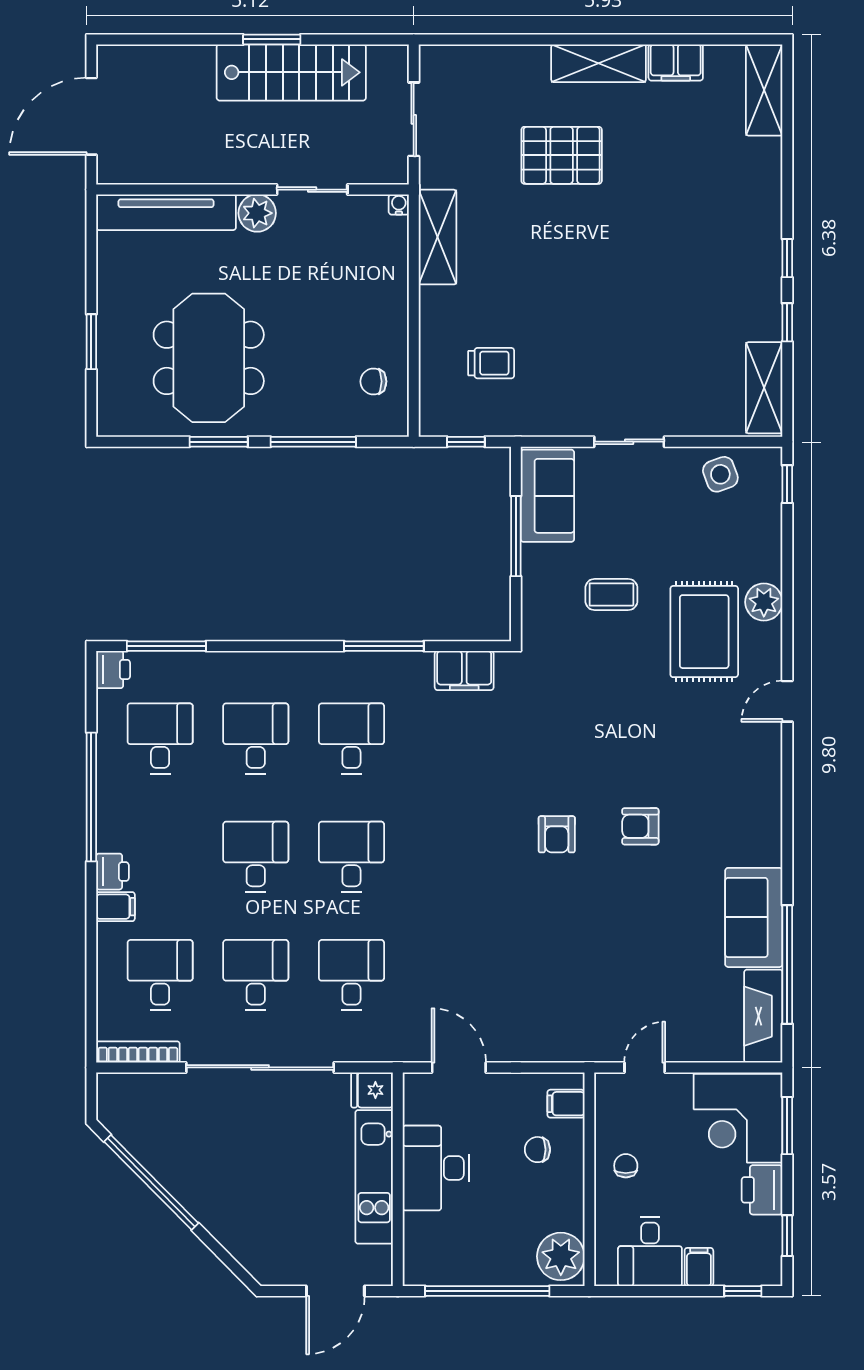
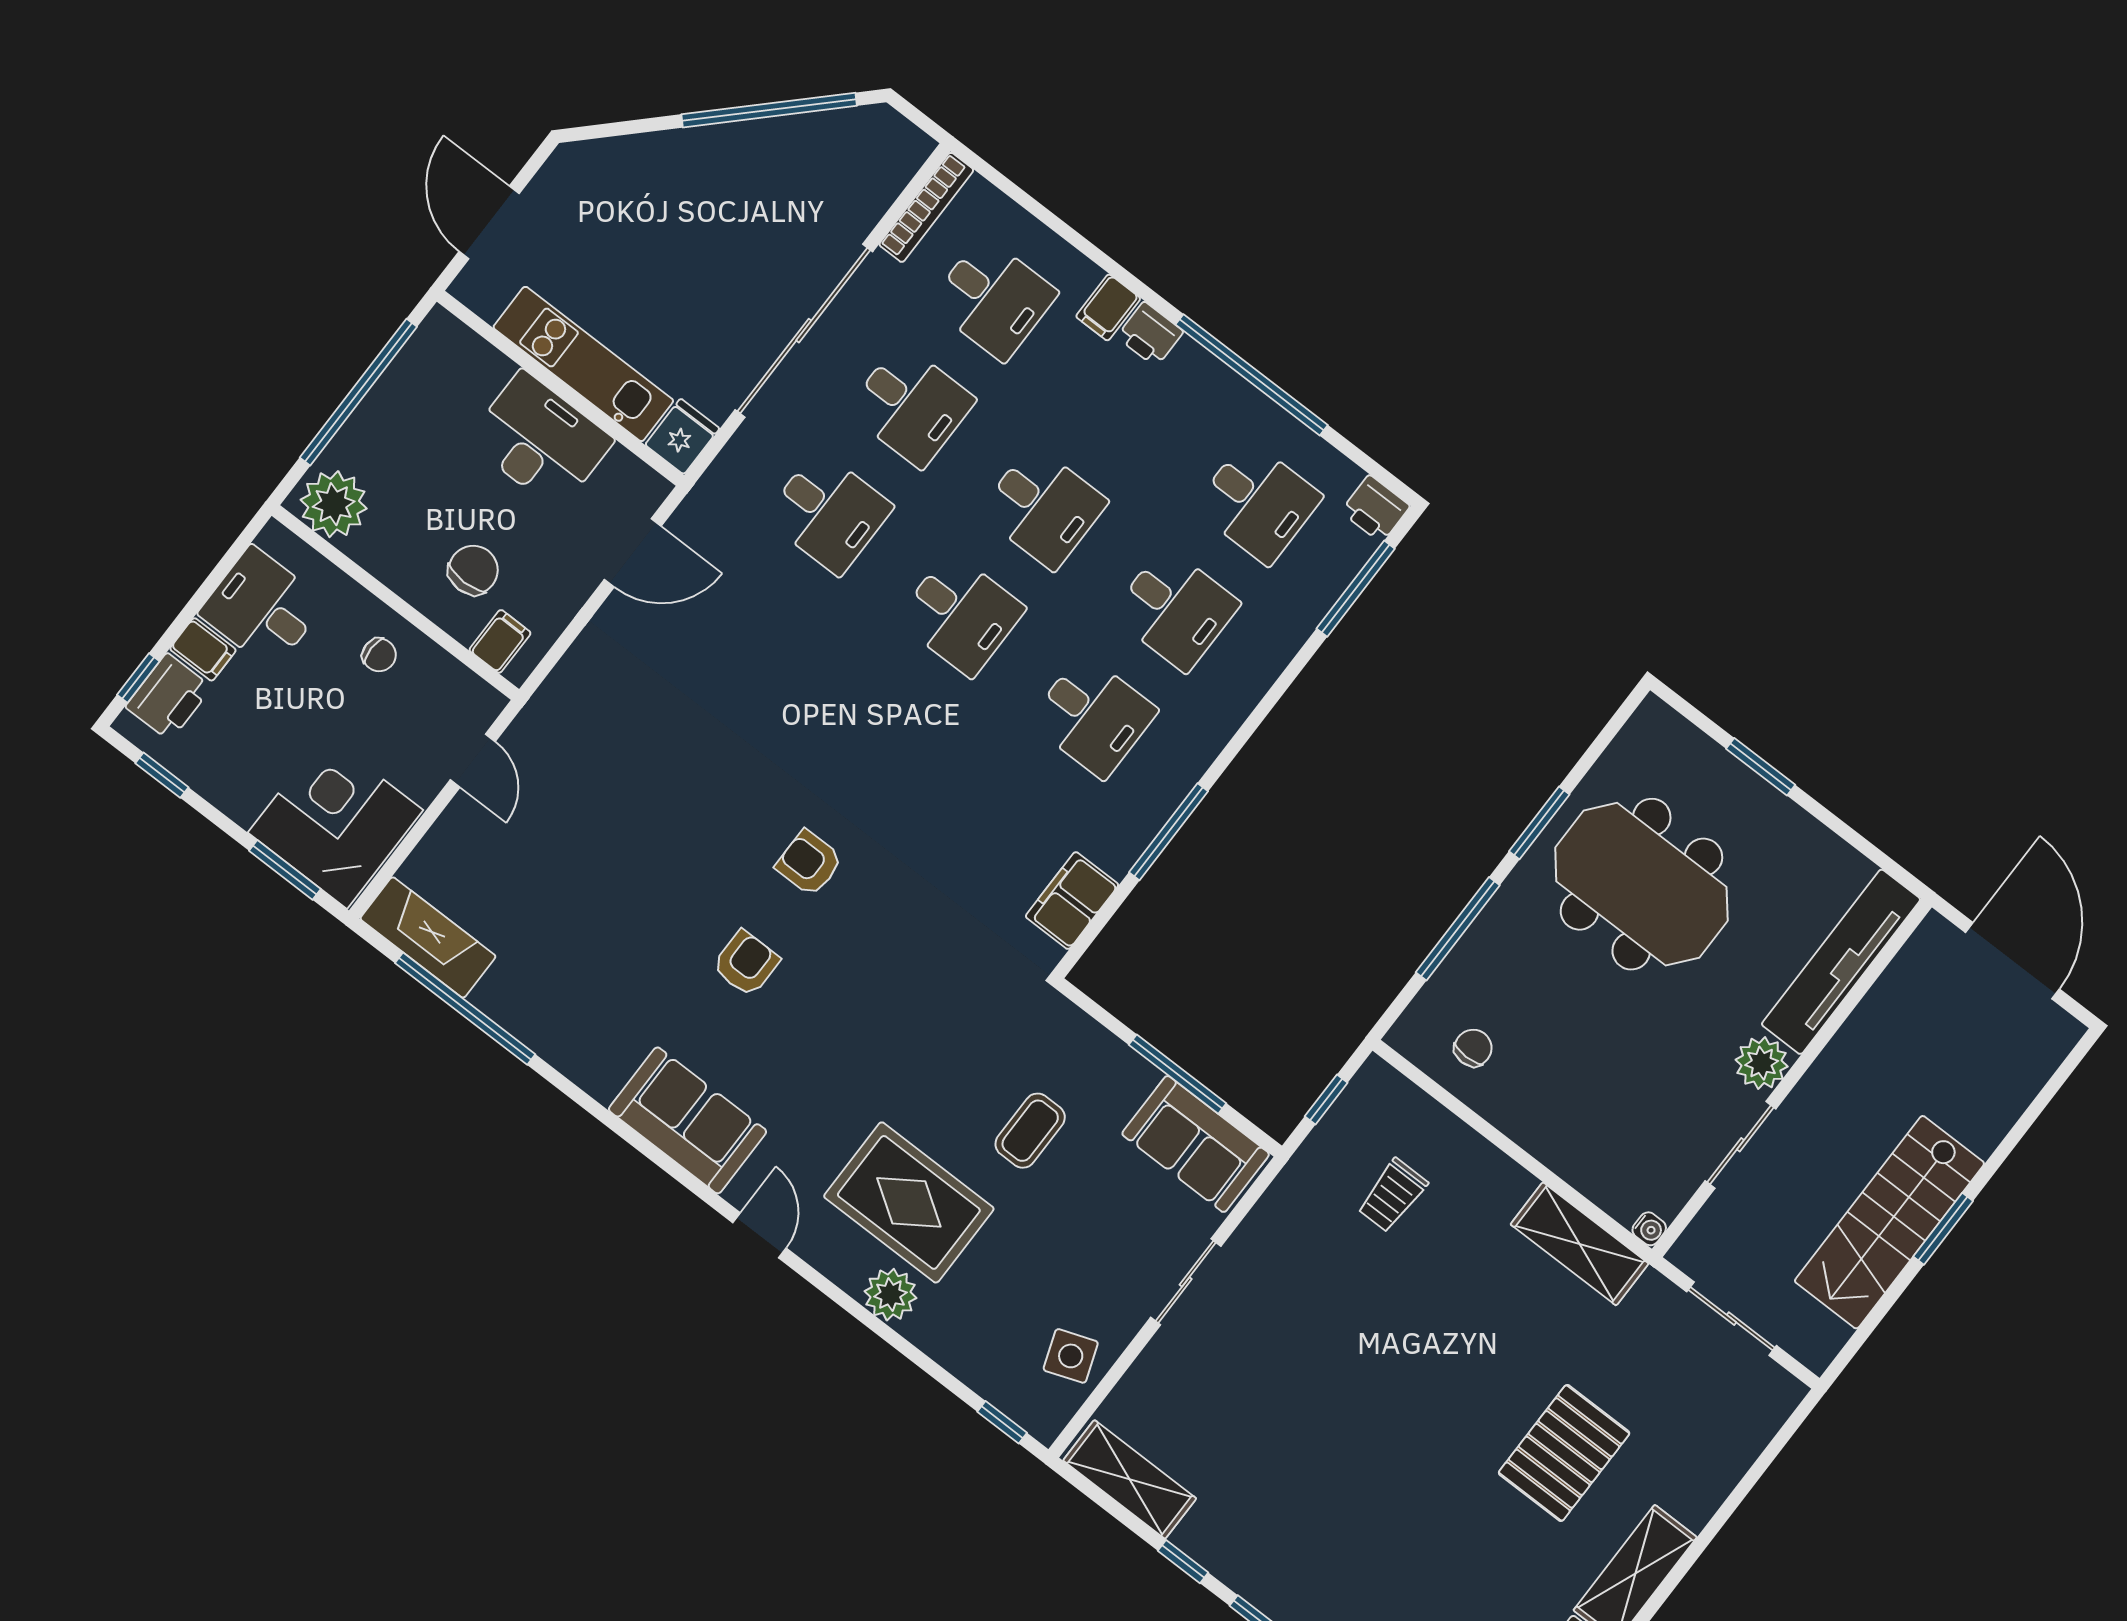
sofa: (754, 917) -> (688, 1120), moved
chair: (537, 1150) -> (473, 570), width x1.37, depth x1.37
printer: (762, 1190) -> (169, 697), moved, turned 90

